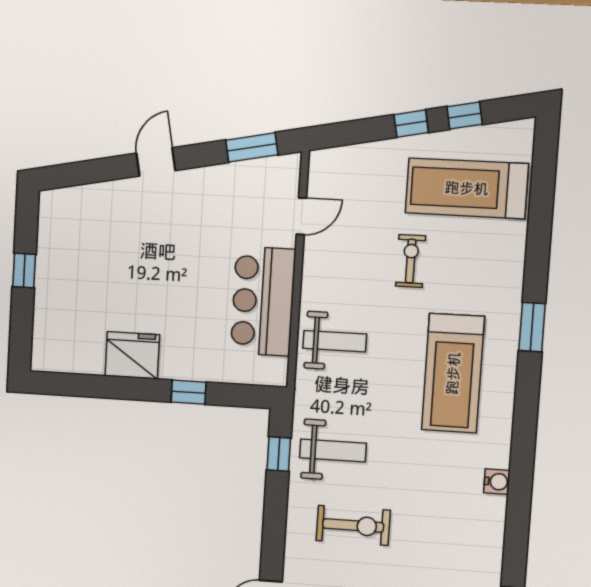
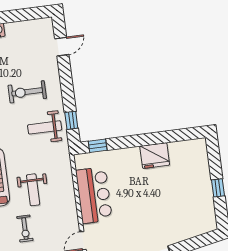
weight bench: (335, 341) -> (33, 190), moved, turned -90
window: (189, 392) -> (98, 146), moved

